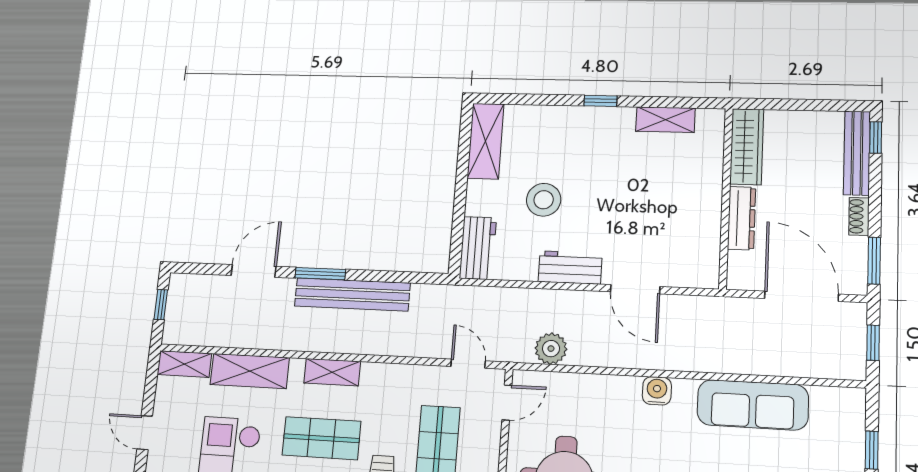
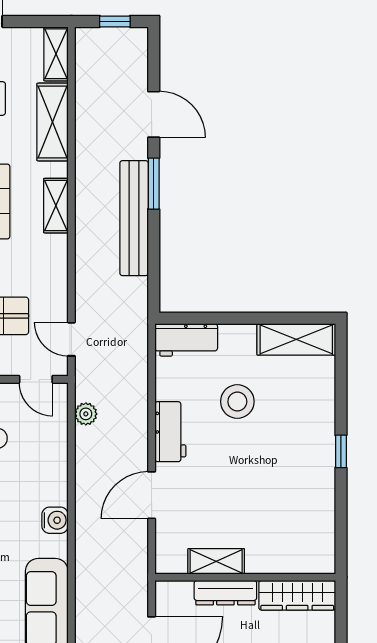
shelving: (665, 120) -> (216, 561), moved, turned 90
plant: (551, 349) -> (86, 414), width x0.73, depth x0.73
door: (468, 364) -> (71, 339), swing flipped

